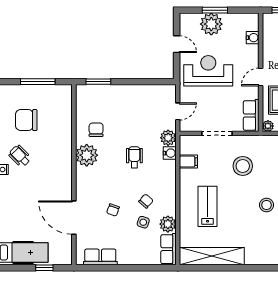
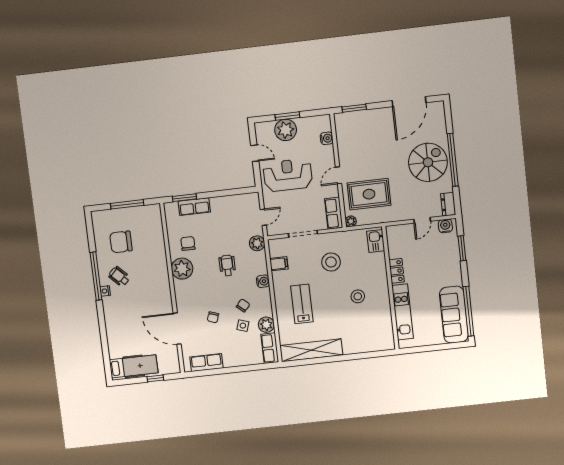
row of seats: (107, 92) -> (194, 207), added
water cooler: (170, 153) -> (263, 281), moved

